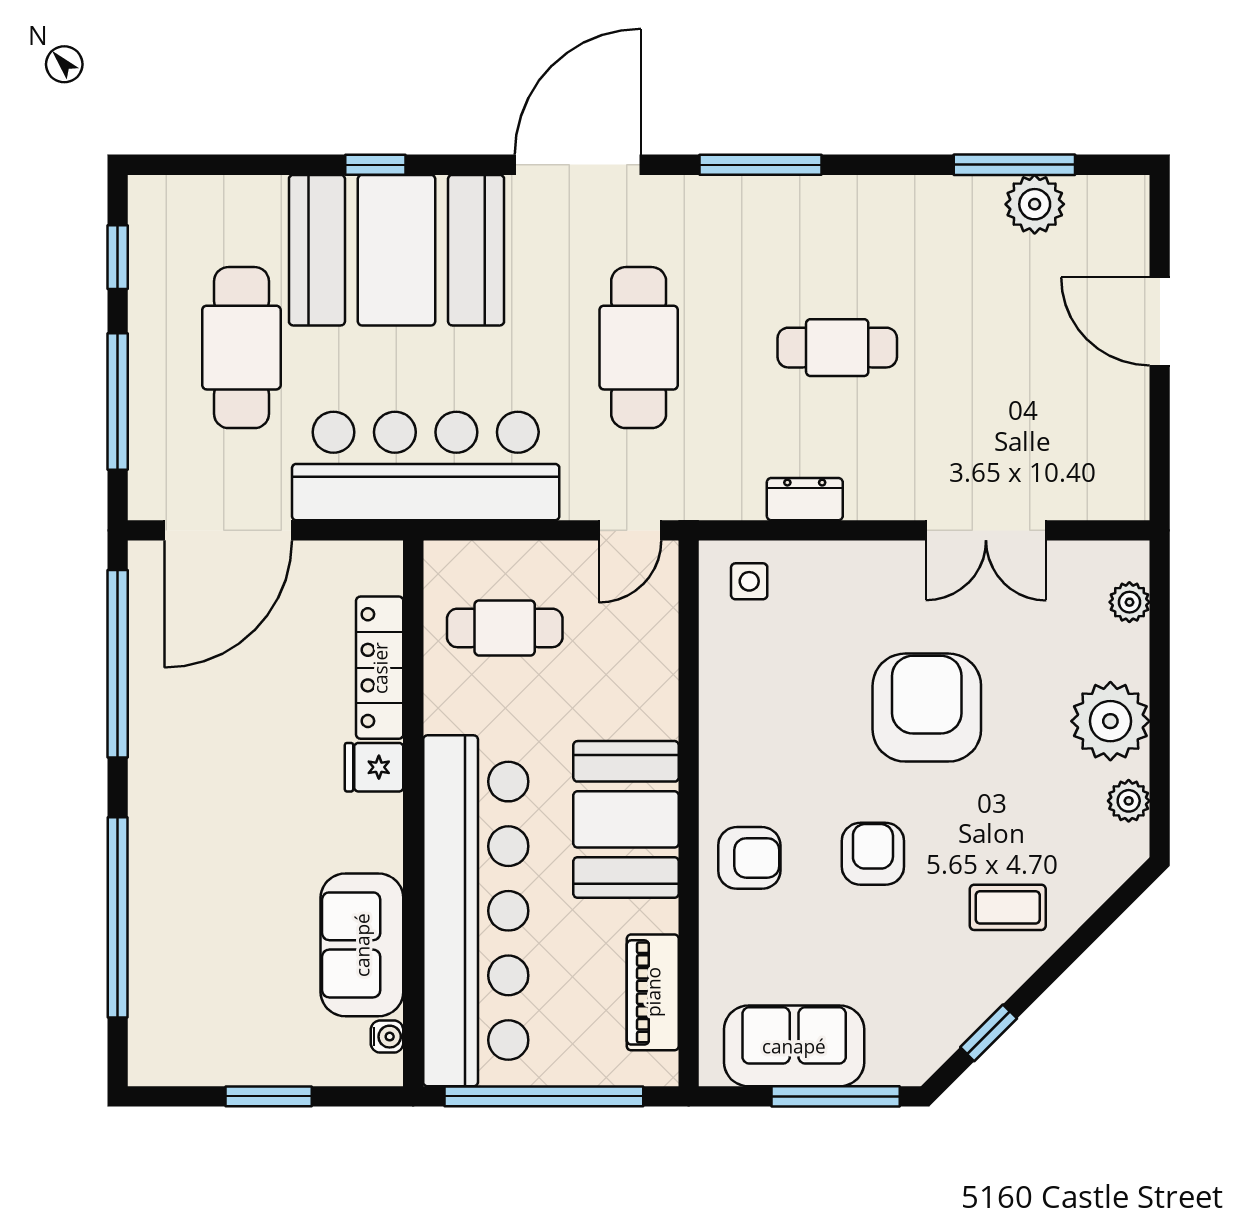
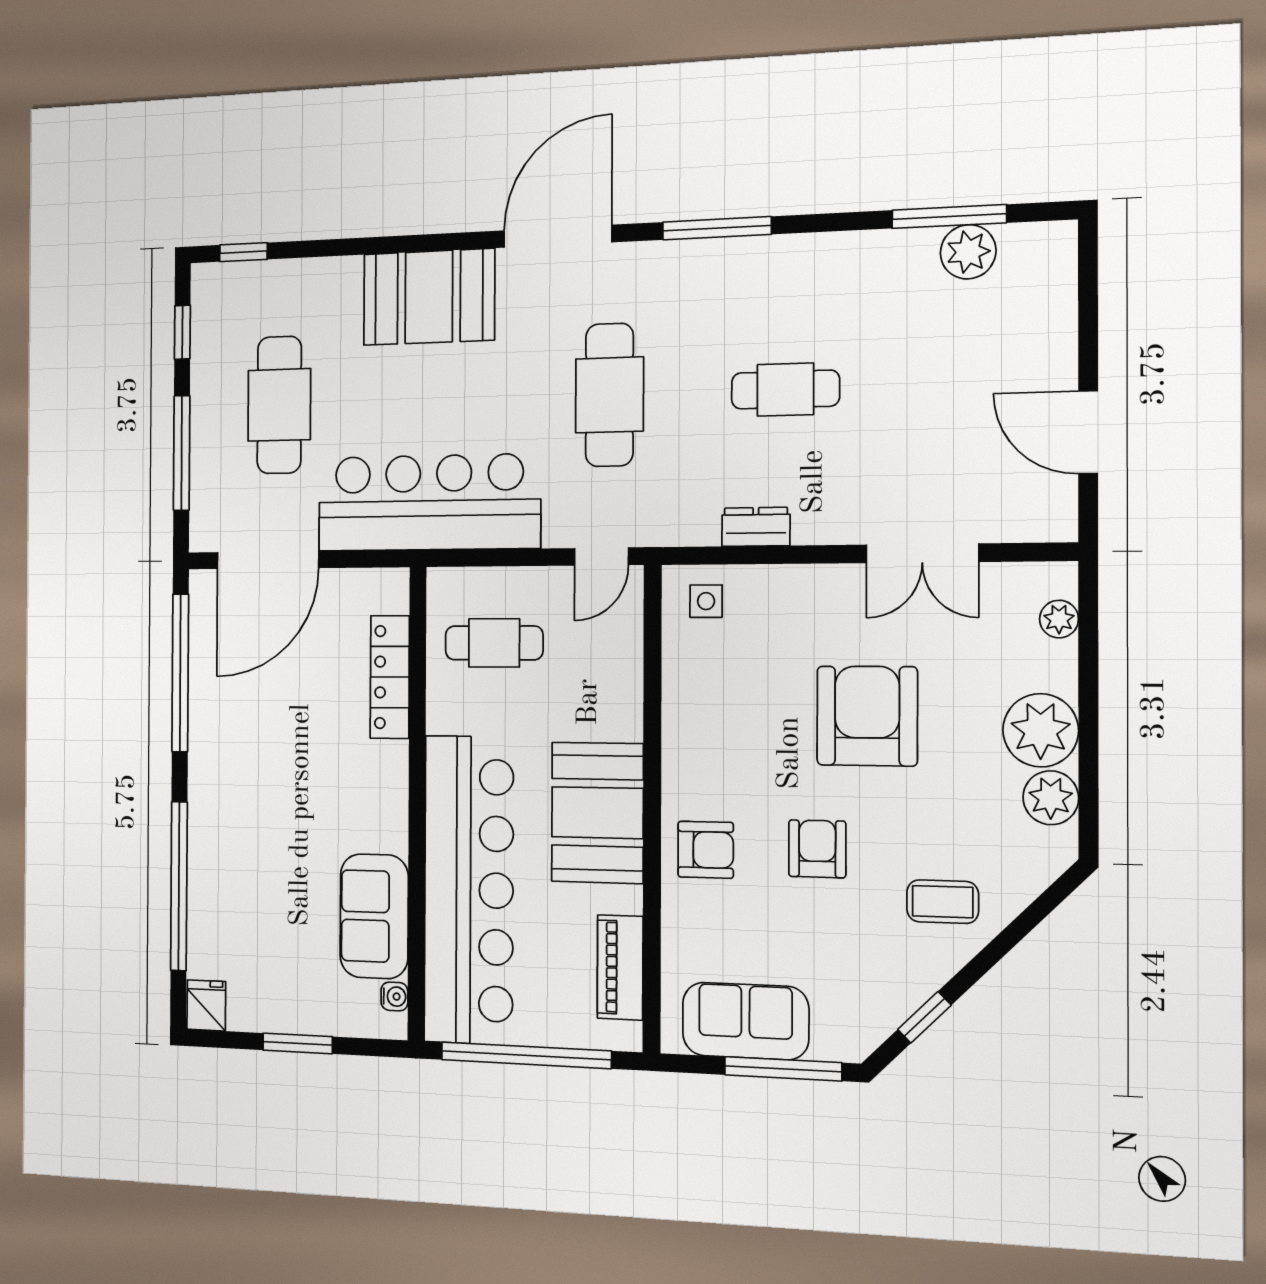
window: (375, 165) -> (243, 252), moved
booth: (397, 250) -> (429, 297), width x0.73, depth x0.70
door: (1160, 321) -> (1088, 432), moved
fridge: (374, 767) -> (206, 1005), moved, turned 90
plant: (1129, 801) -> (1051, 798), width x1.38, depth x1.38

